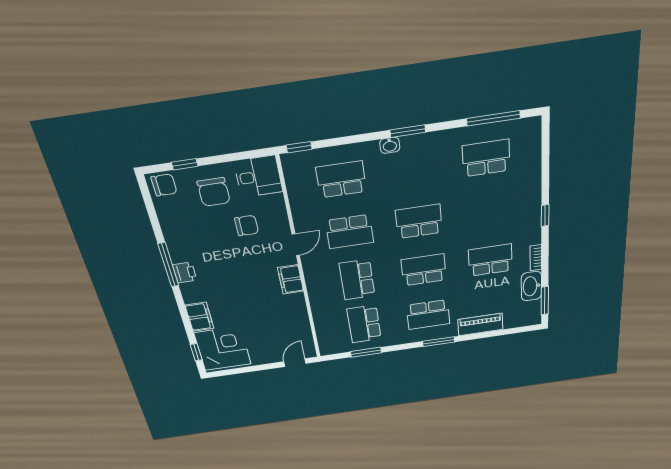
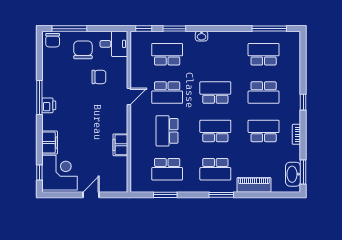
window: (408, 131) -> (174, 29), moved
window: (185, 164) -> (69, 29), width x2.17
chair: (164, 185) -> (53, 40), turned 90
chair: (214, 192) -> (83, 50), turned 180
school desk: (488, 211) -> (264, 93), added
filing cabinet: (291, 279) -> (120, 145), moved
washbasin: (531, 286) -> (293, 174), moved
school desk: (364, 324) -> (167, 169), turned -90
door: (295, 363) -> (91, 195), moved

